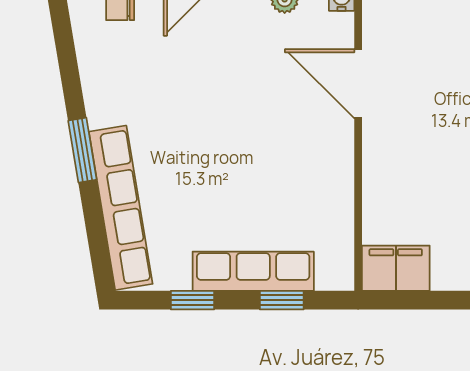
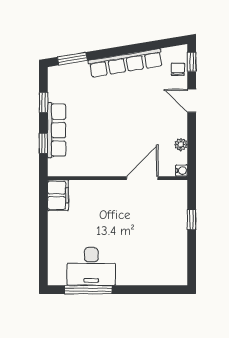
window: (82, 150) -> (72, 59), moved
row of seats: (121, 208) -> (126, 63), moved

